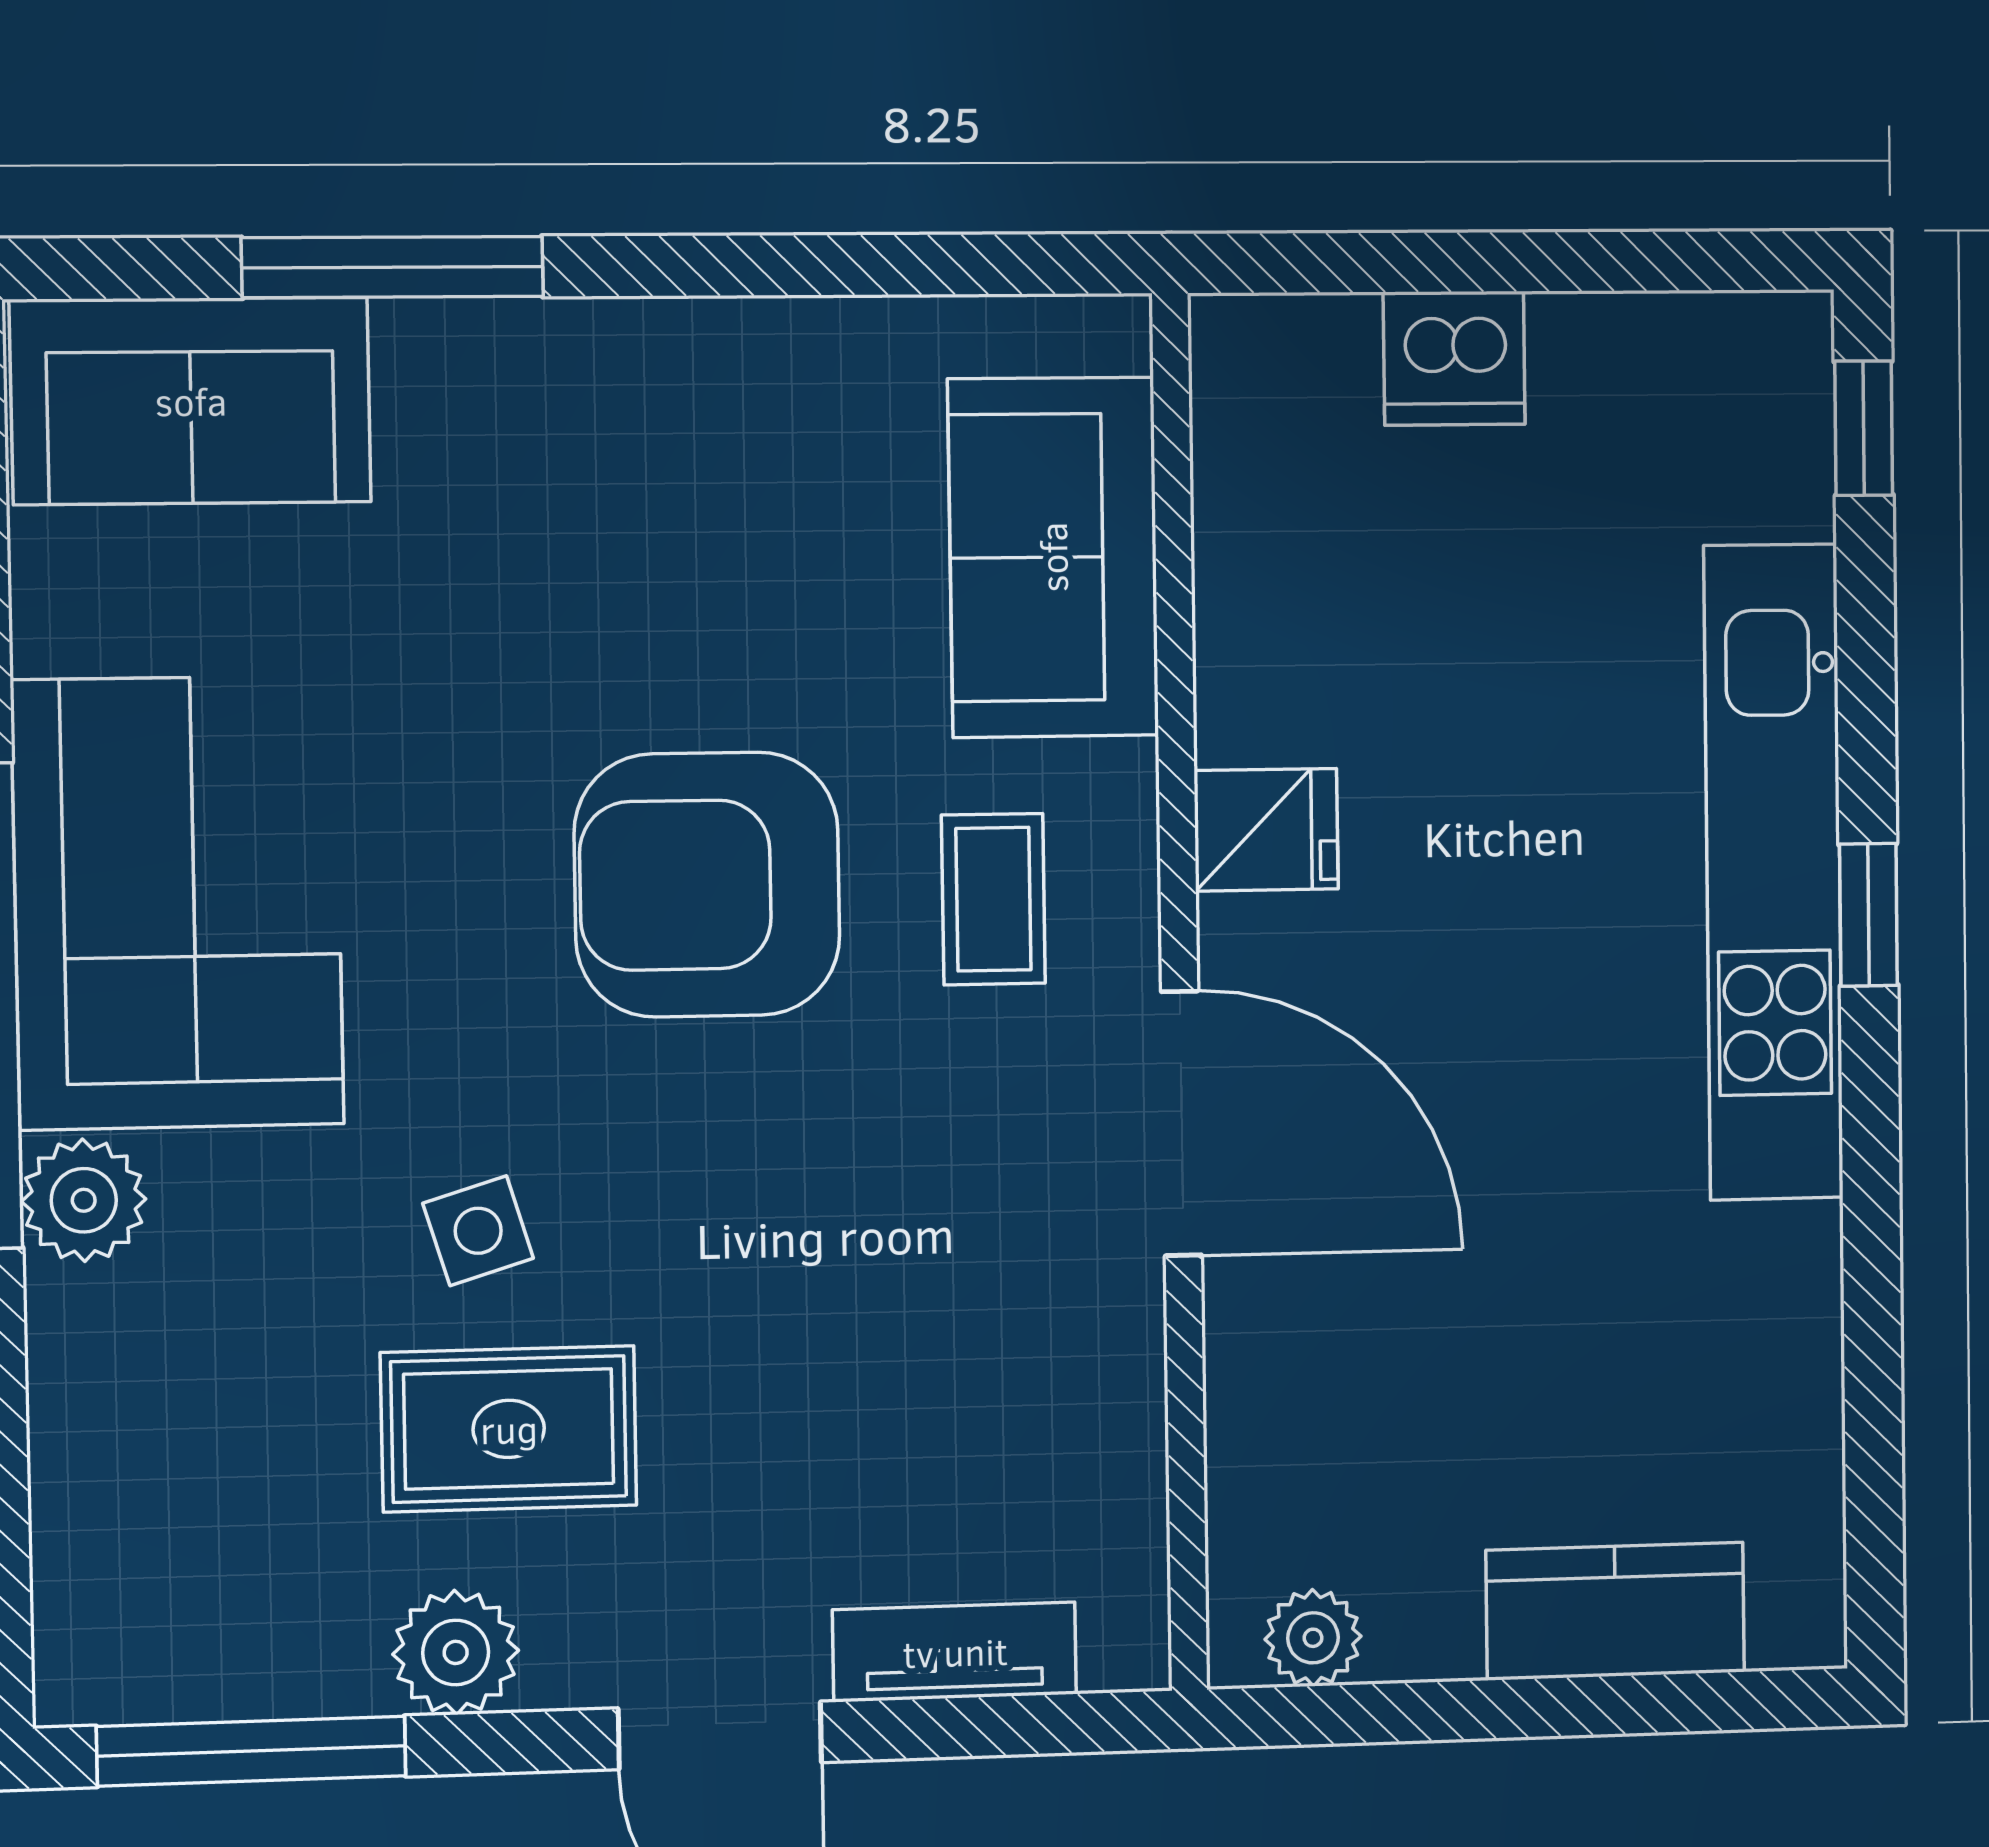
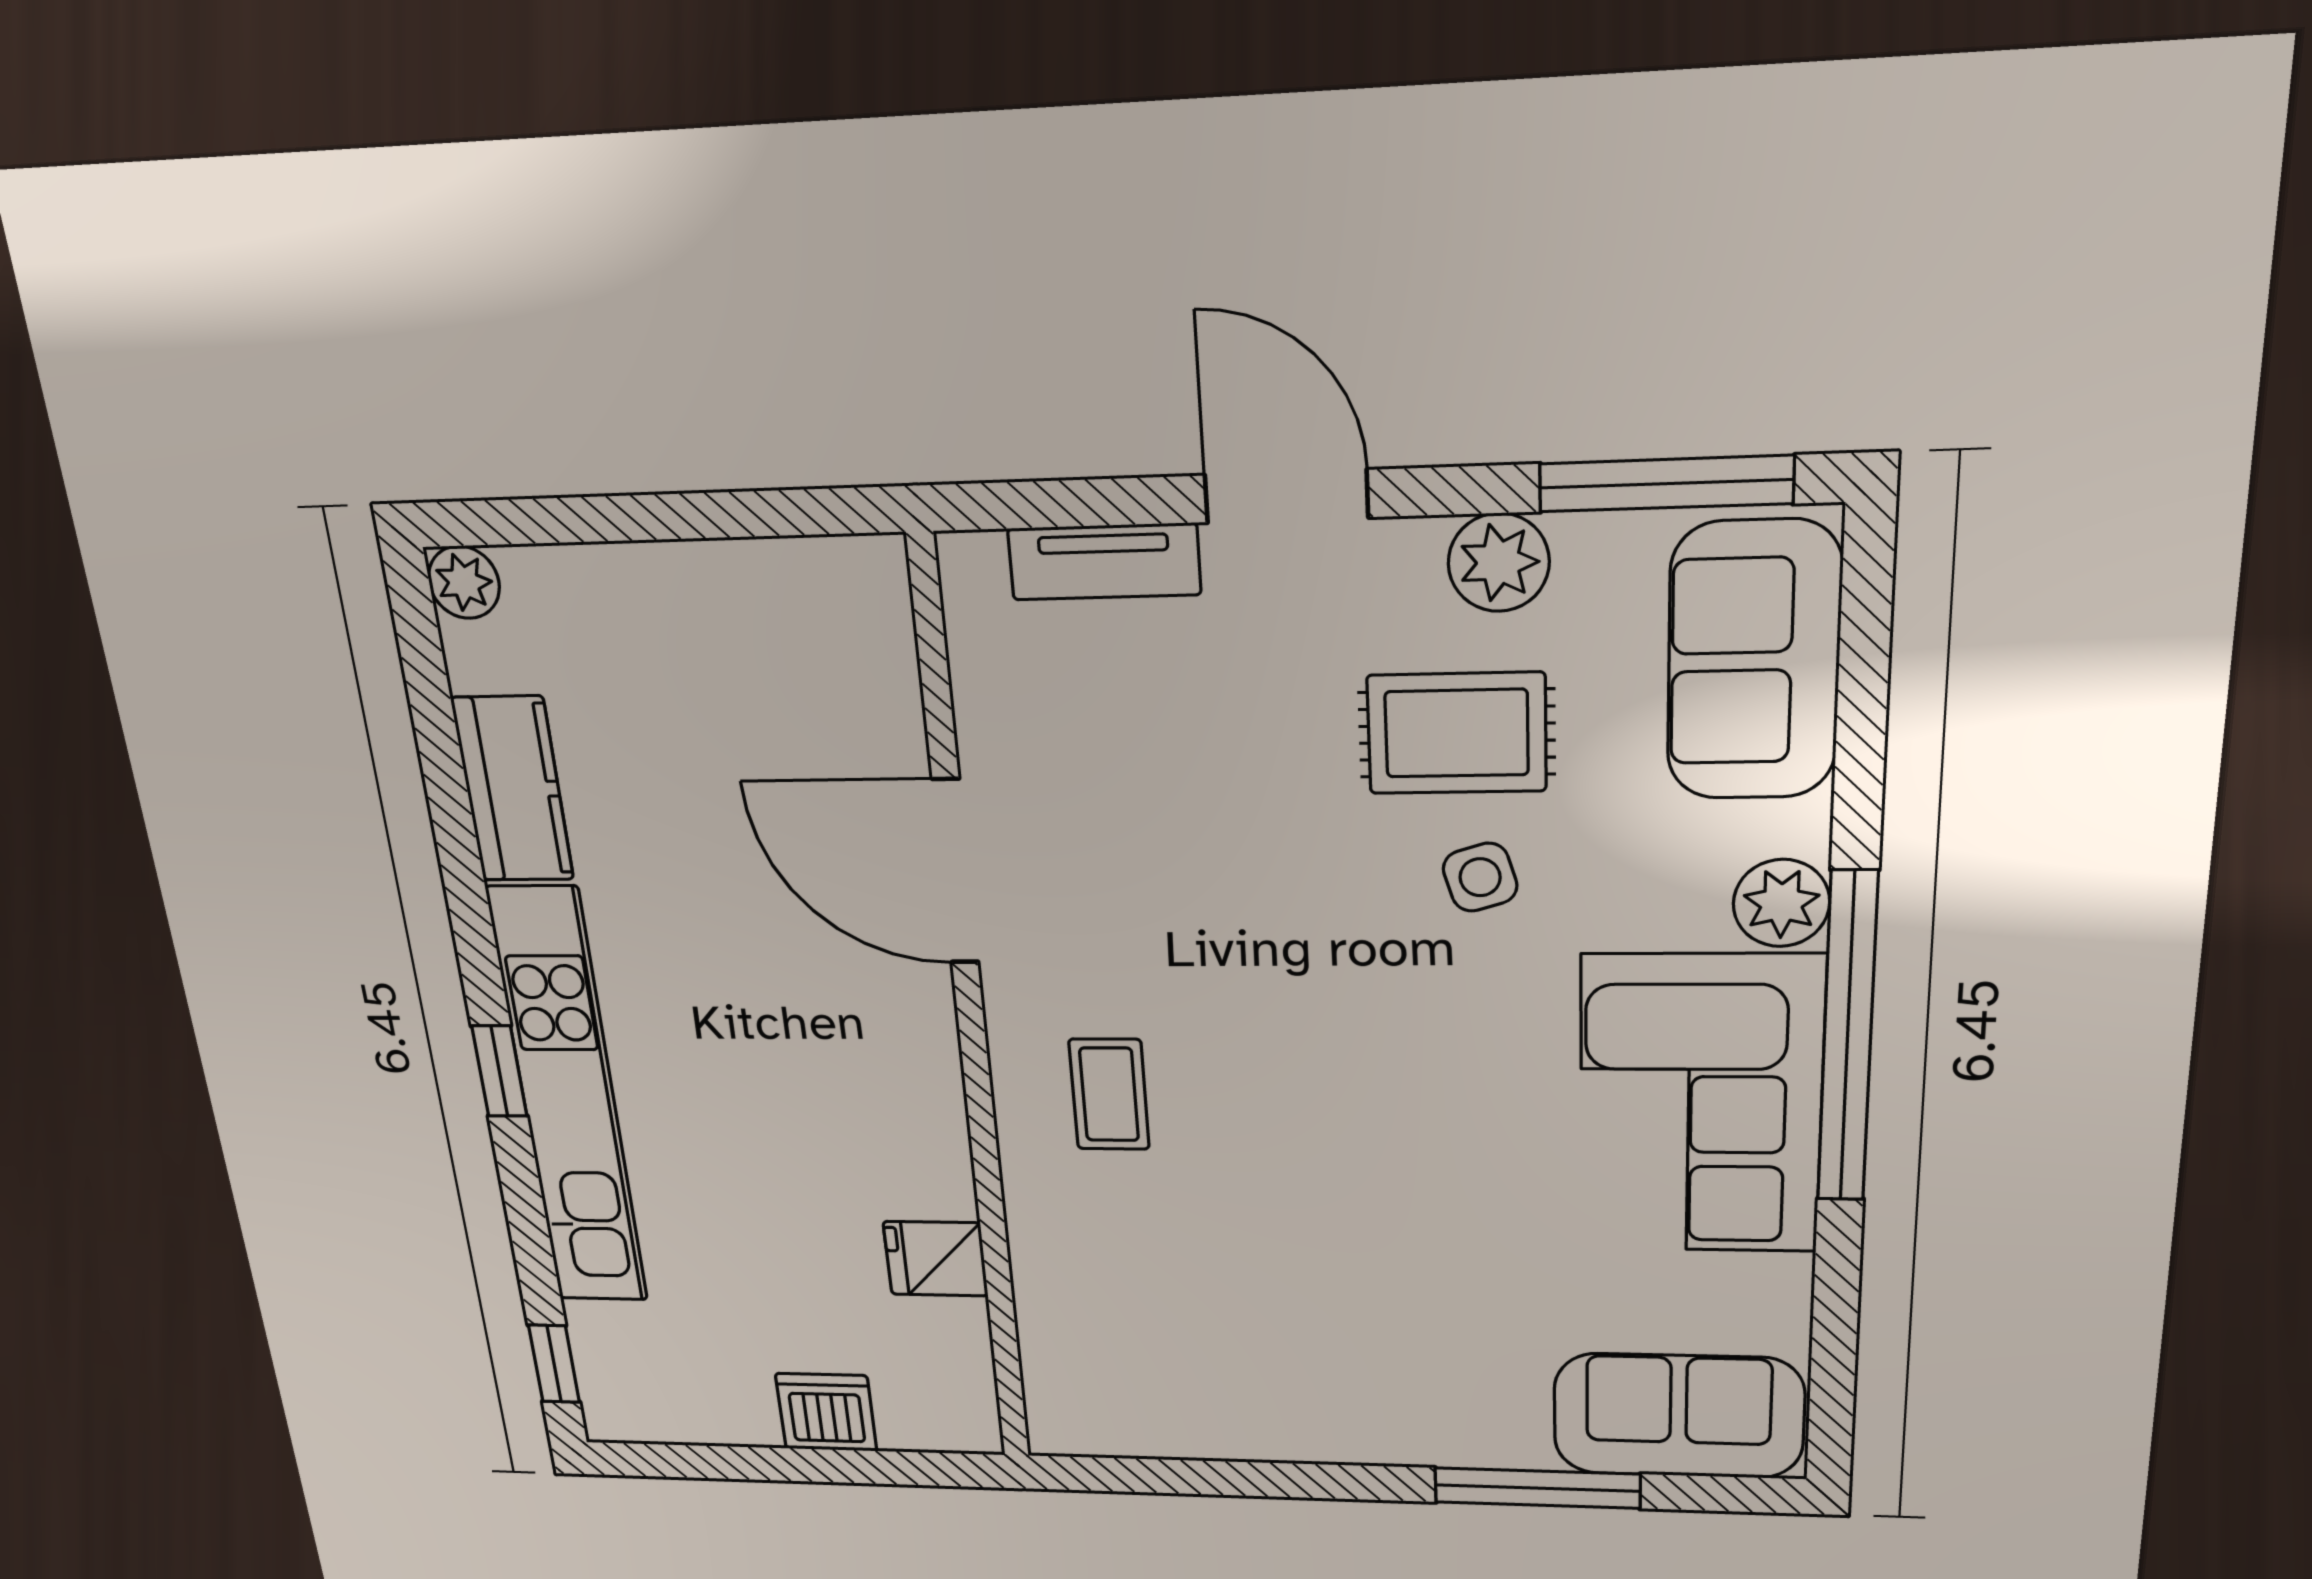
sofa: (1053, 557) -> (1754, 661), moved, turned 180
fridge: (1266, 830) -> (936, 1259), moved
armchair: (707, 885) -> (1314, 1108), removed
door: (1181, 1123) -> (955, 872), moved
kitchen counter: (1615, 1611) -> (513, 789), moved, turned -90
plant: (1313, 1638) -> (464, 582), moved

